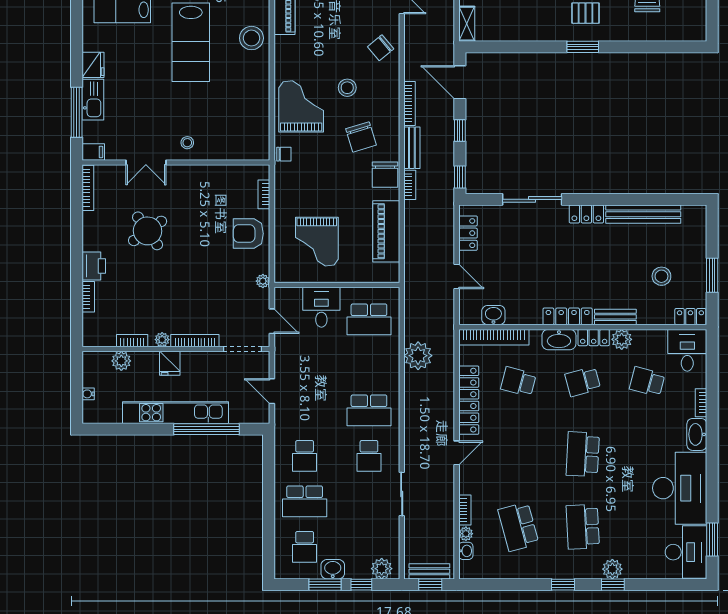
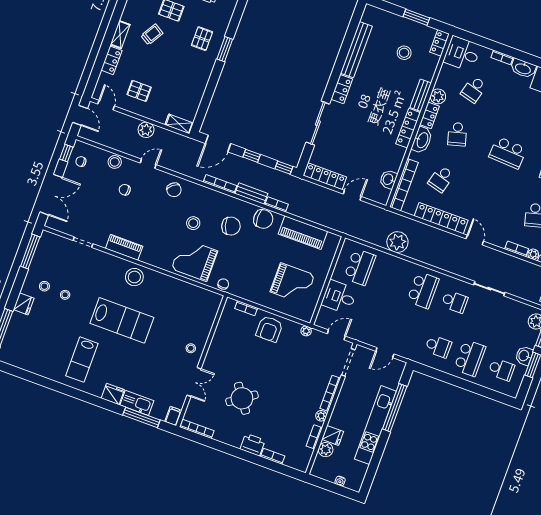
locker: (468, 233) -> (325, 176), width x1.53
fridge: (170, 363) -> (333, 435), moved

